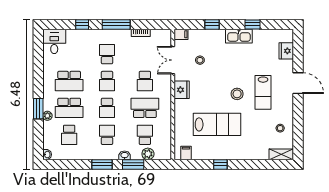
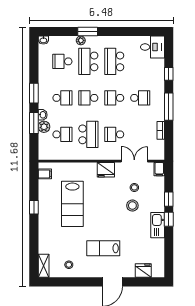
window: (252, 24) -> (169, 219), moved
stool: (237, 94) -> (132, 206), moved
plant: (148, 154) -> (44, 127), moved

